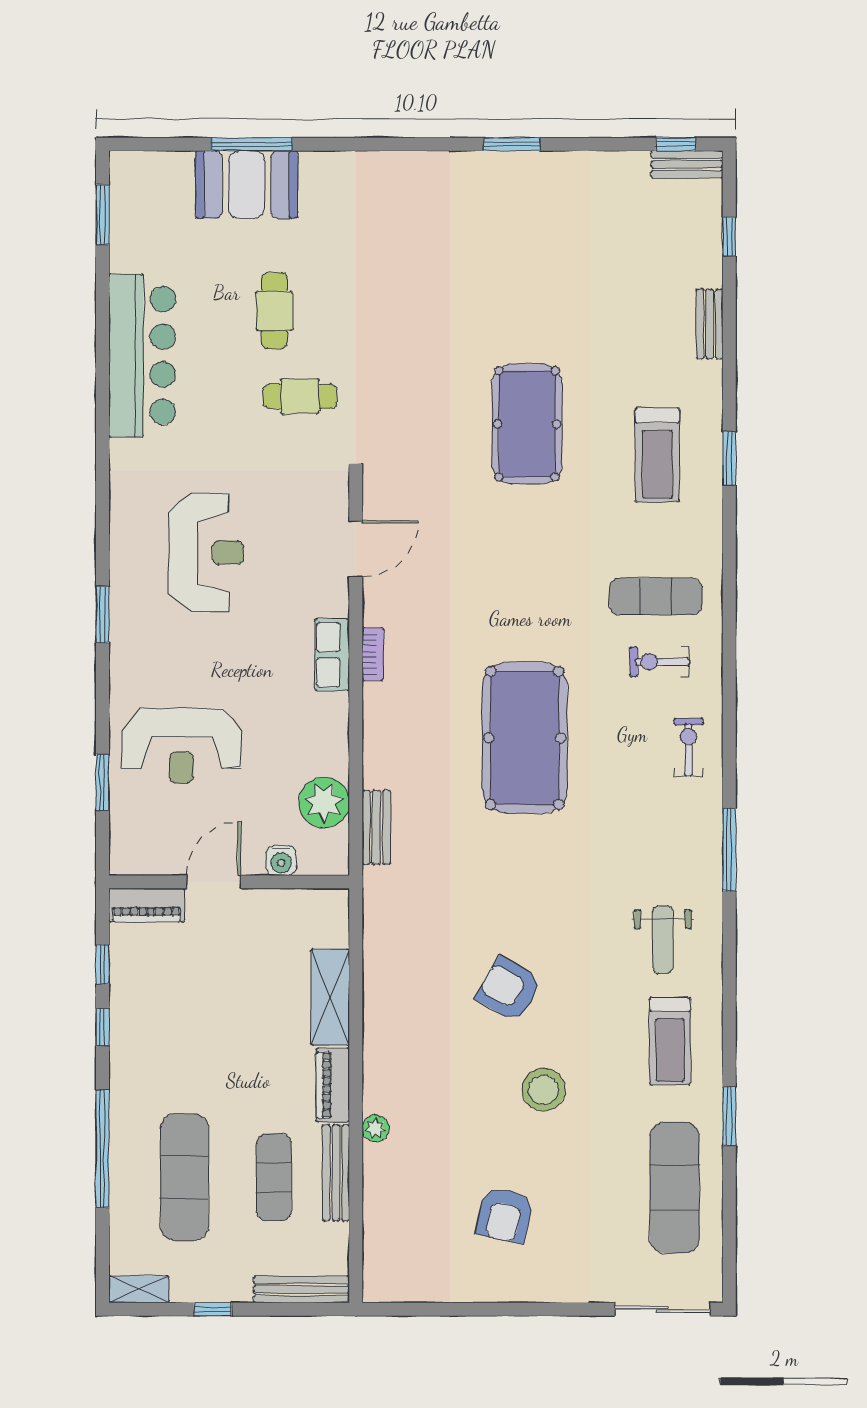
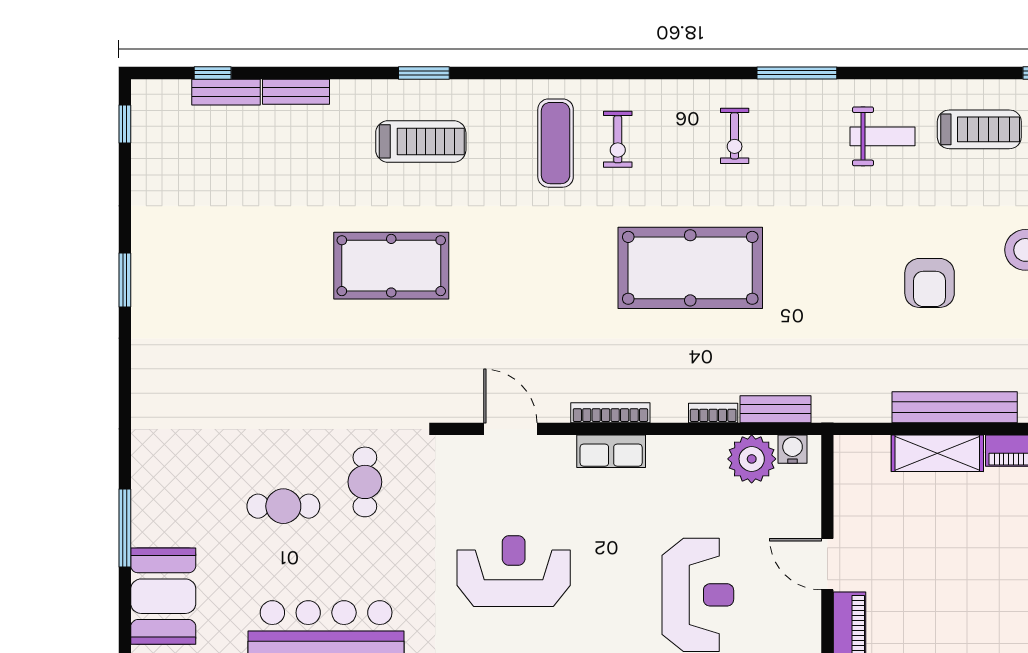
bench: (687, 164) -> (226, 92), moved, turned 90
booth: (247, 185) -> (163, 596), moved
bookcase: (373, 654) -> (610, 413), width x1.56
exercise bike: (688, 747) -> (735, 136), moved, turned -90
bookcase: (372, 762) -> (713, 413), added
water cooler: (281, 861) -> (793, 449), moved, turned -90
armchair: (509, 989) -> (930, 283), turned -30
bench: (378, 1015) -> (955, 407), added

